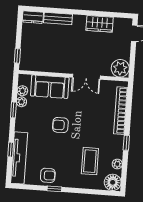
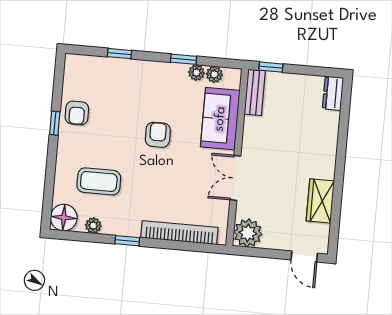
bench: (58, 19) -> (255, 92), moved
tv unit: (19, 158) -> (106, 67), removed

